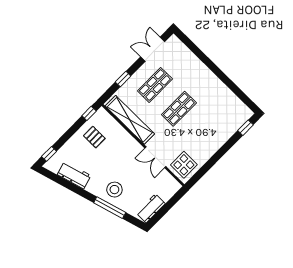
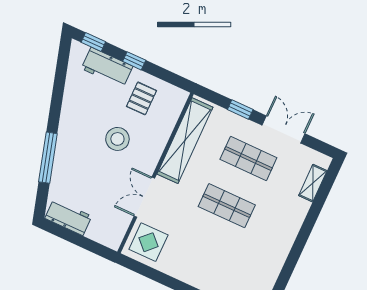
double door: (153, 49) -> (283, 129), moved
shelving: (184, 51) -> (313, 183), added
window: (89, 113) -> (134, 61), moved
workbench: (74, 175) -> (107, 67), moved, turned 106
stool: (114, 190) -> (117, 139), moved

